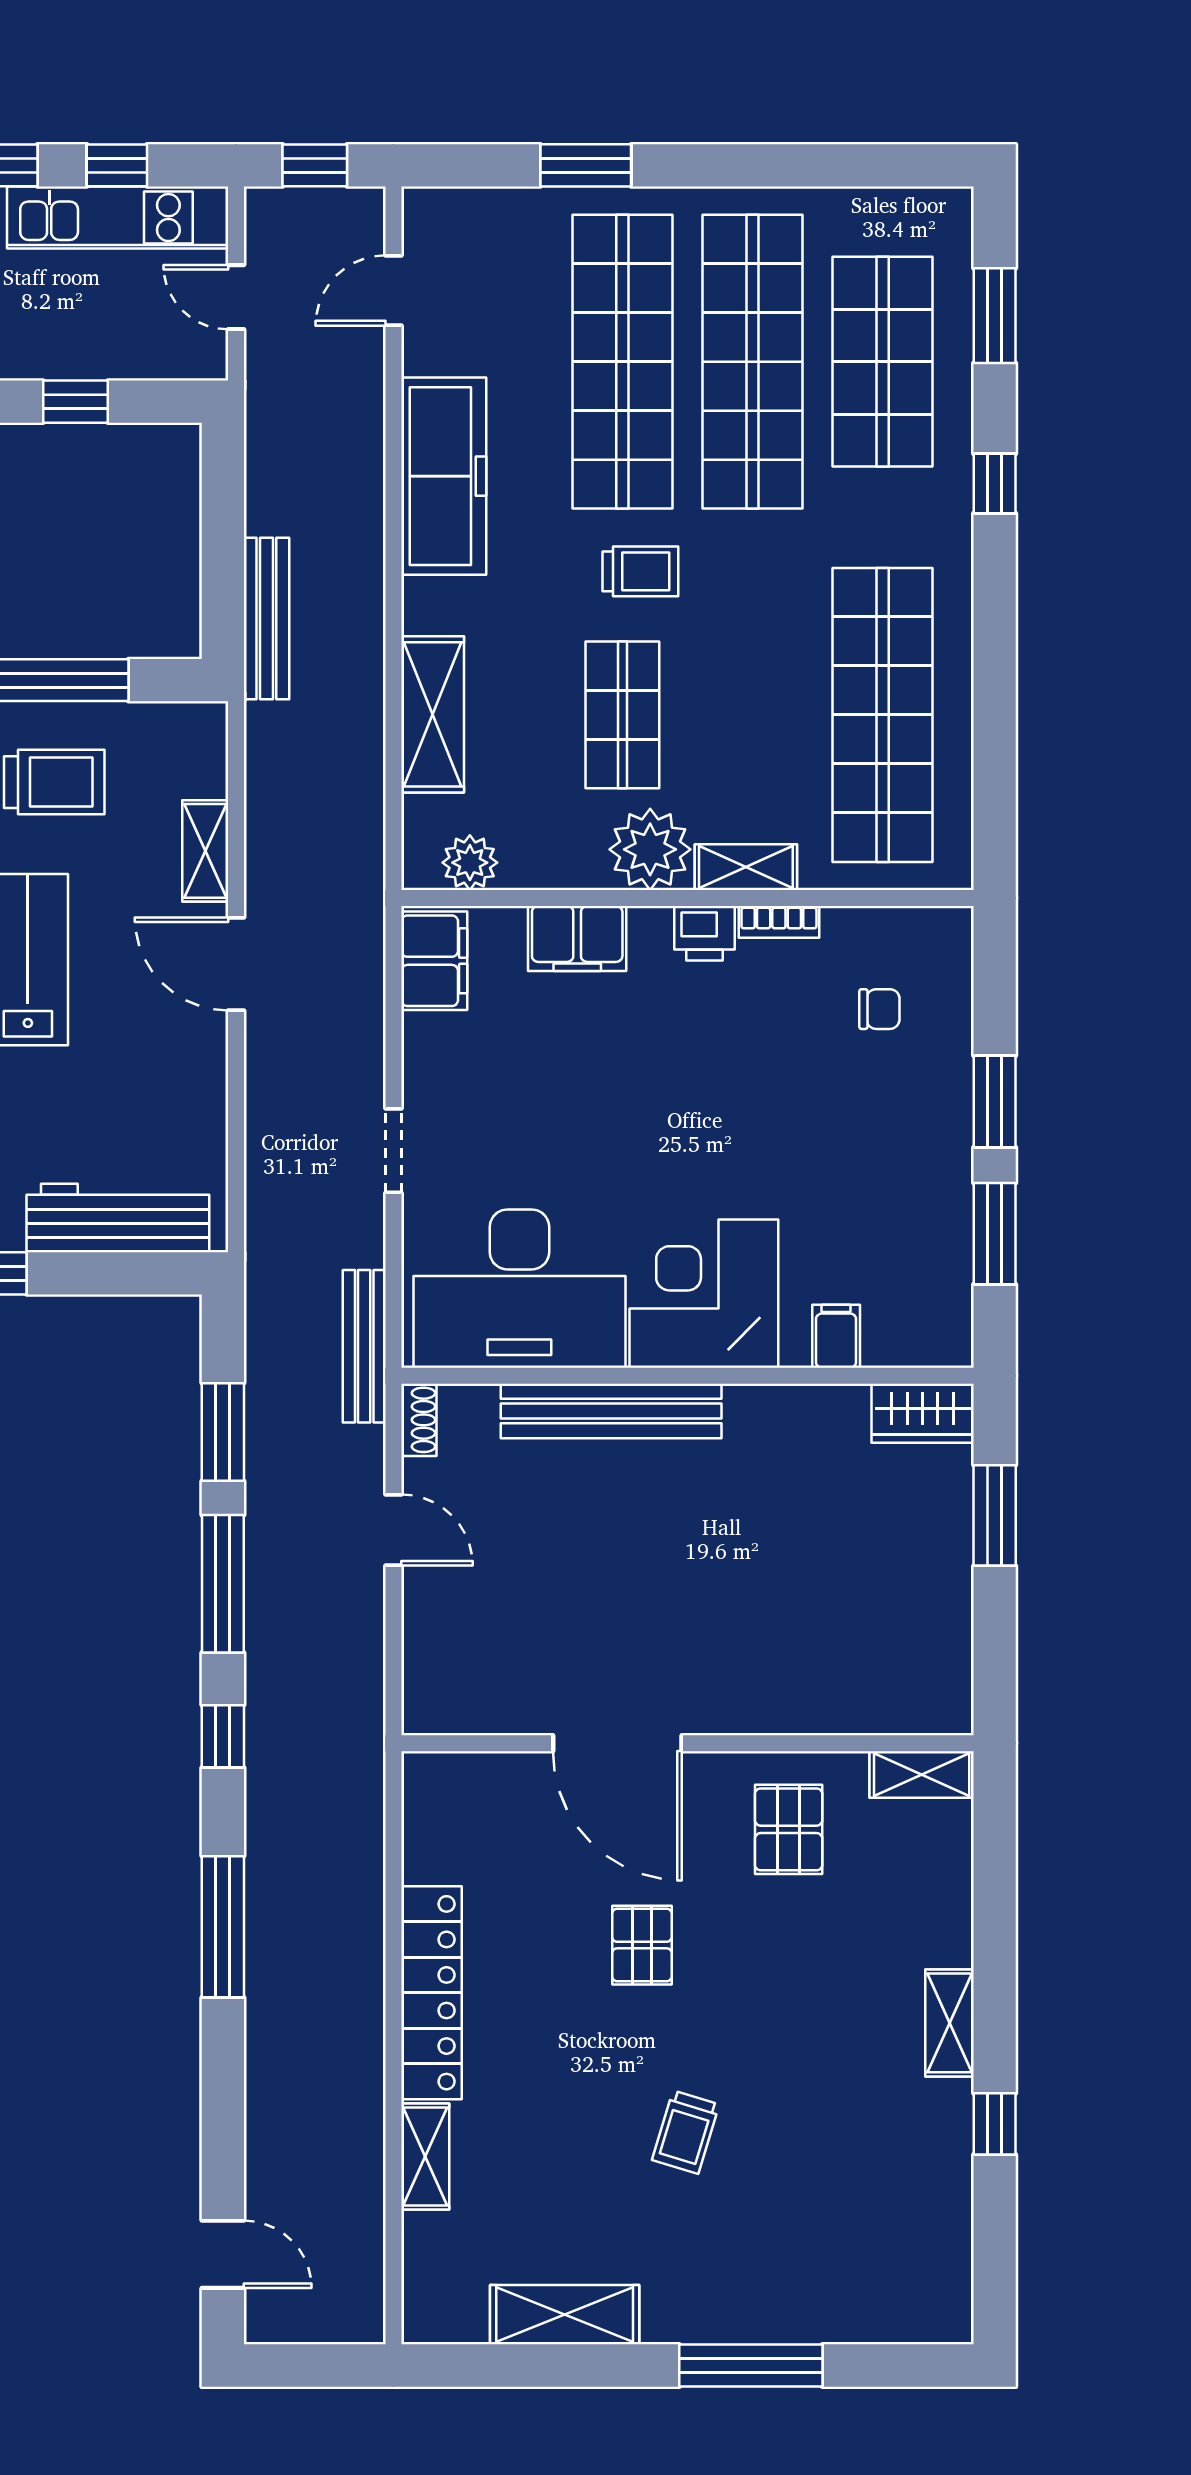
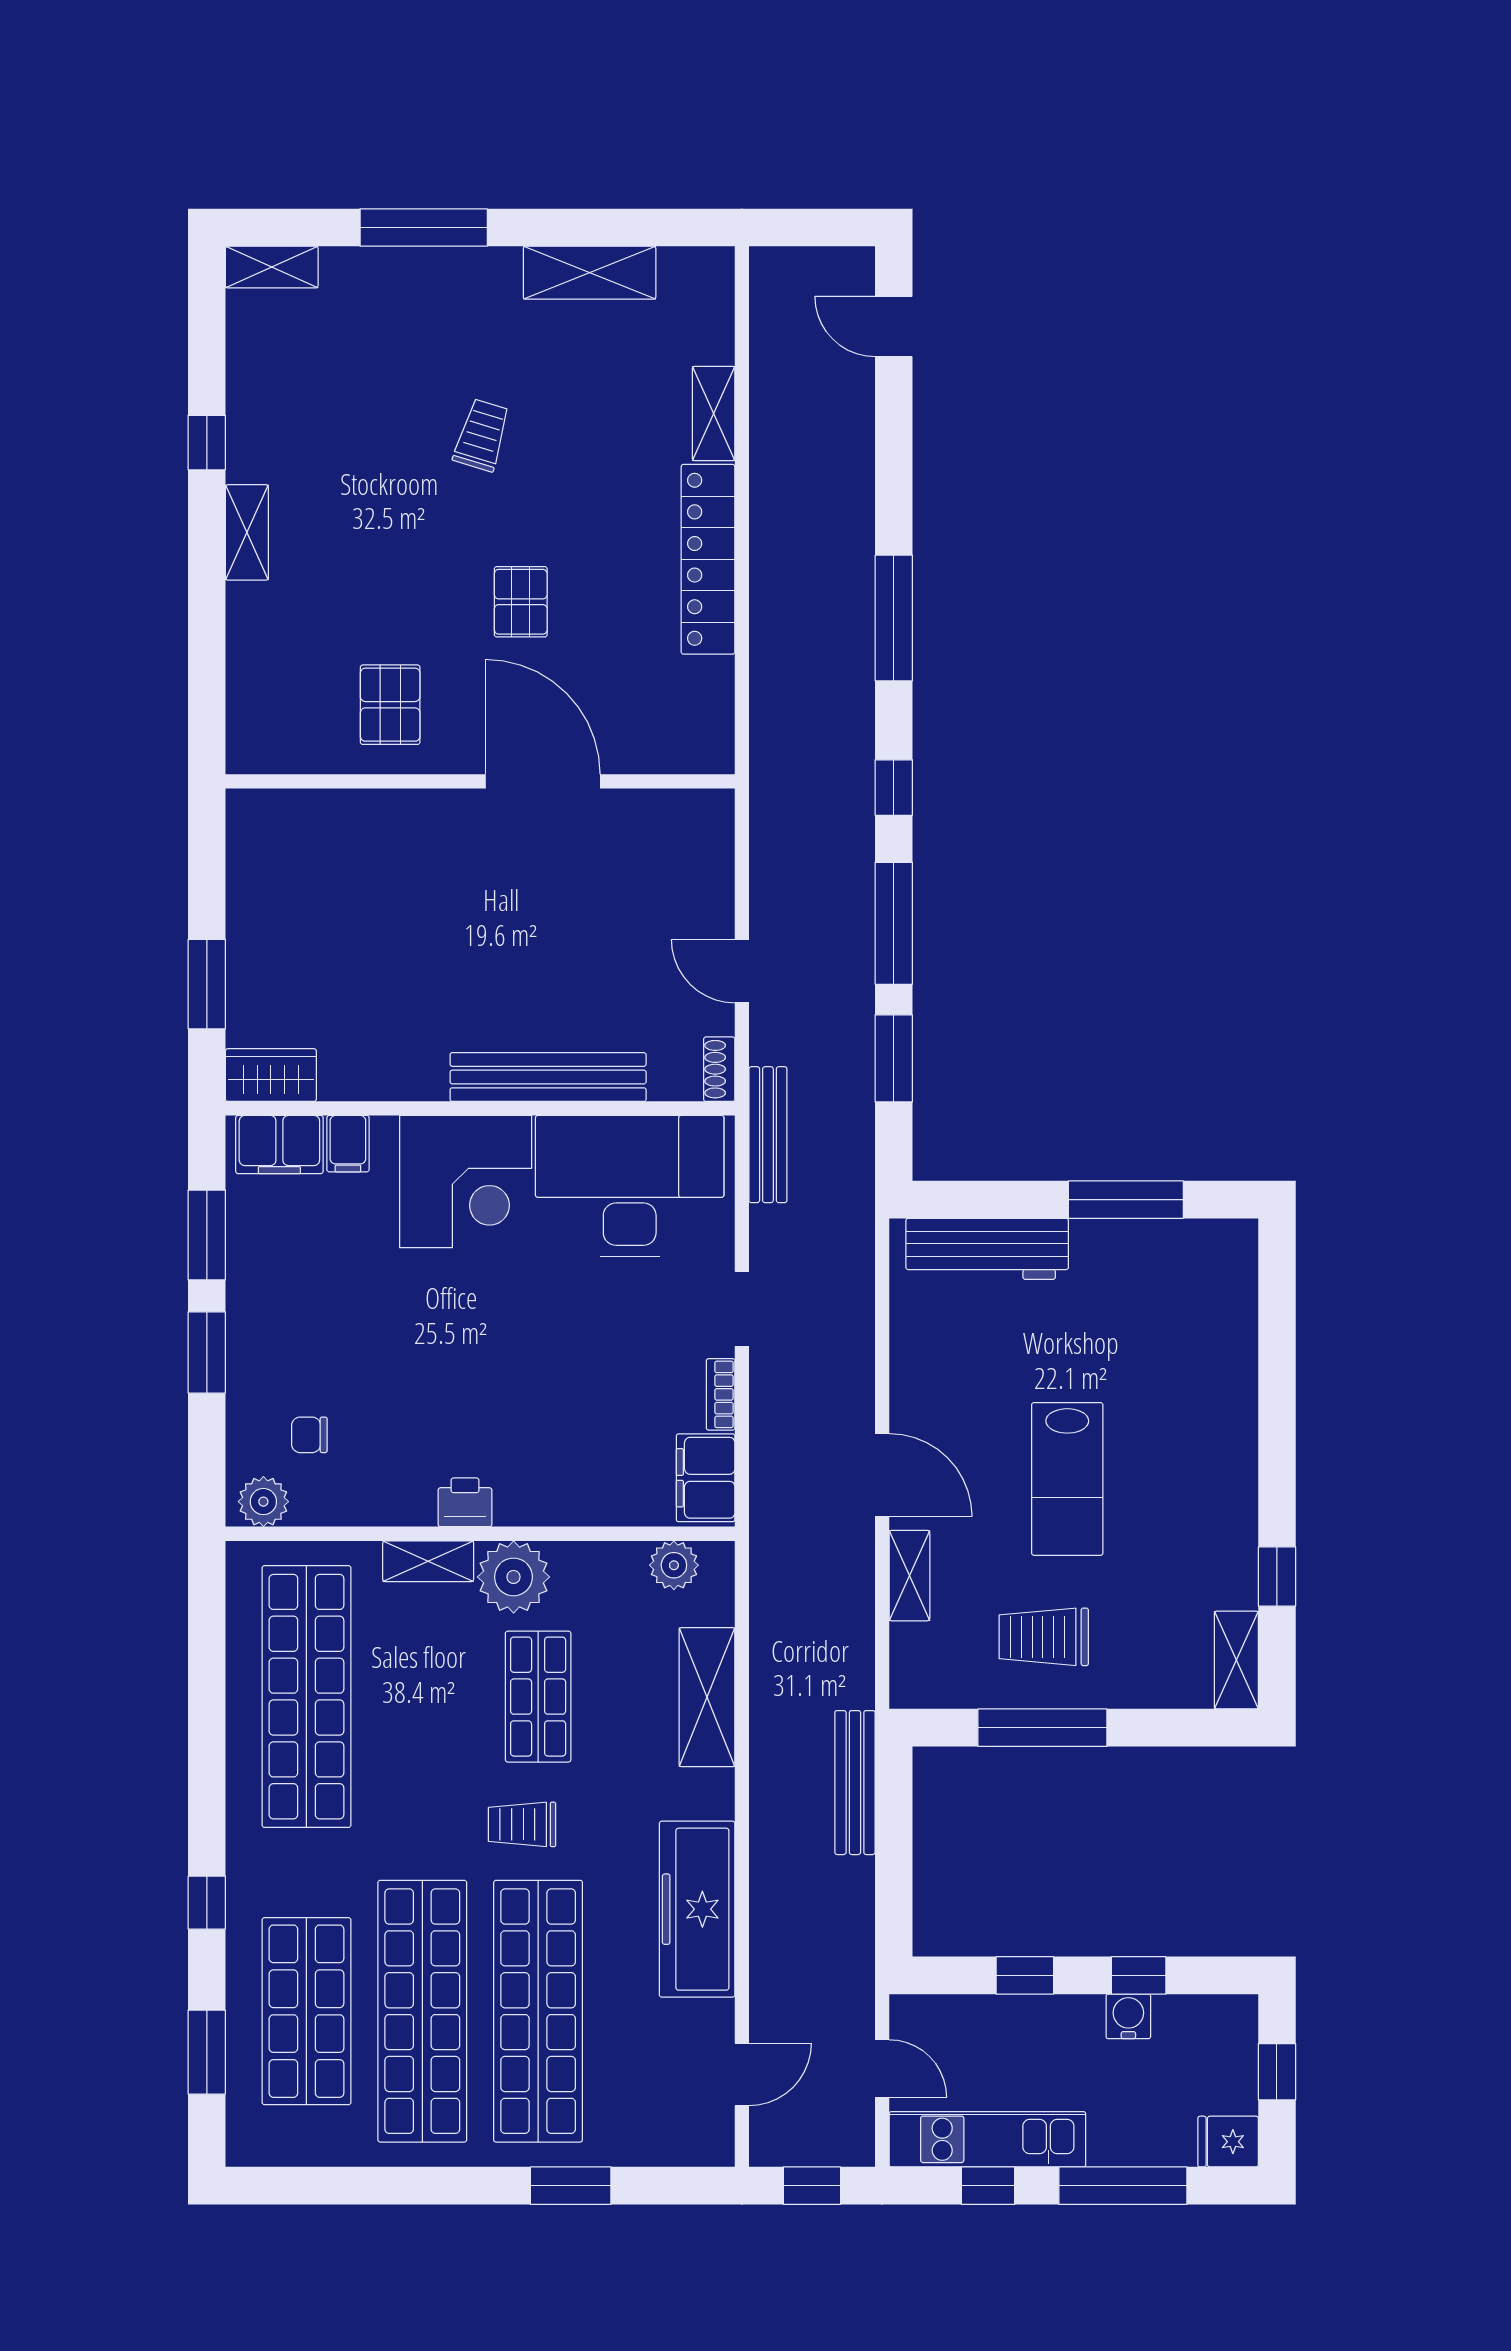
bookcase: (779, 922) -> (721, 1394), moved, turned -90
plant: (931, 934) -> (263, 1502), added
filing cabinet: (577, 939) -> (279, 1145), moved, turned 180
shelving: (922, 1775) -> (272, 267), moved

